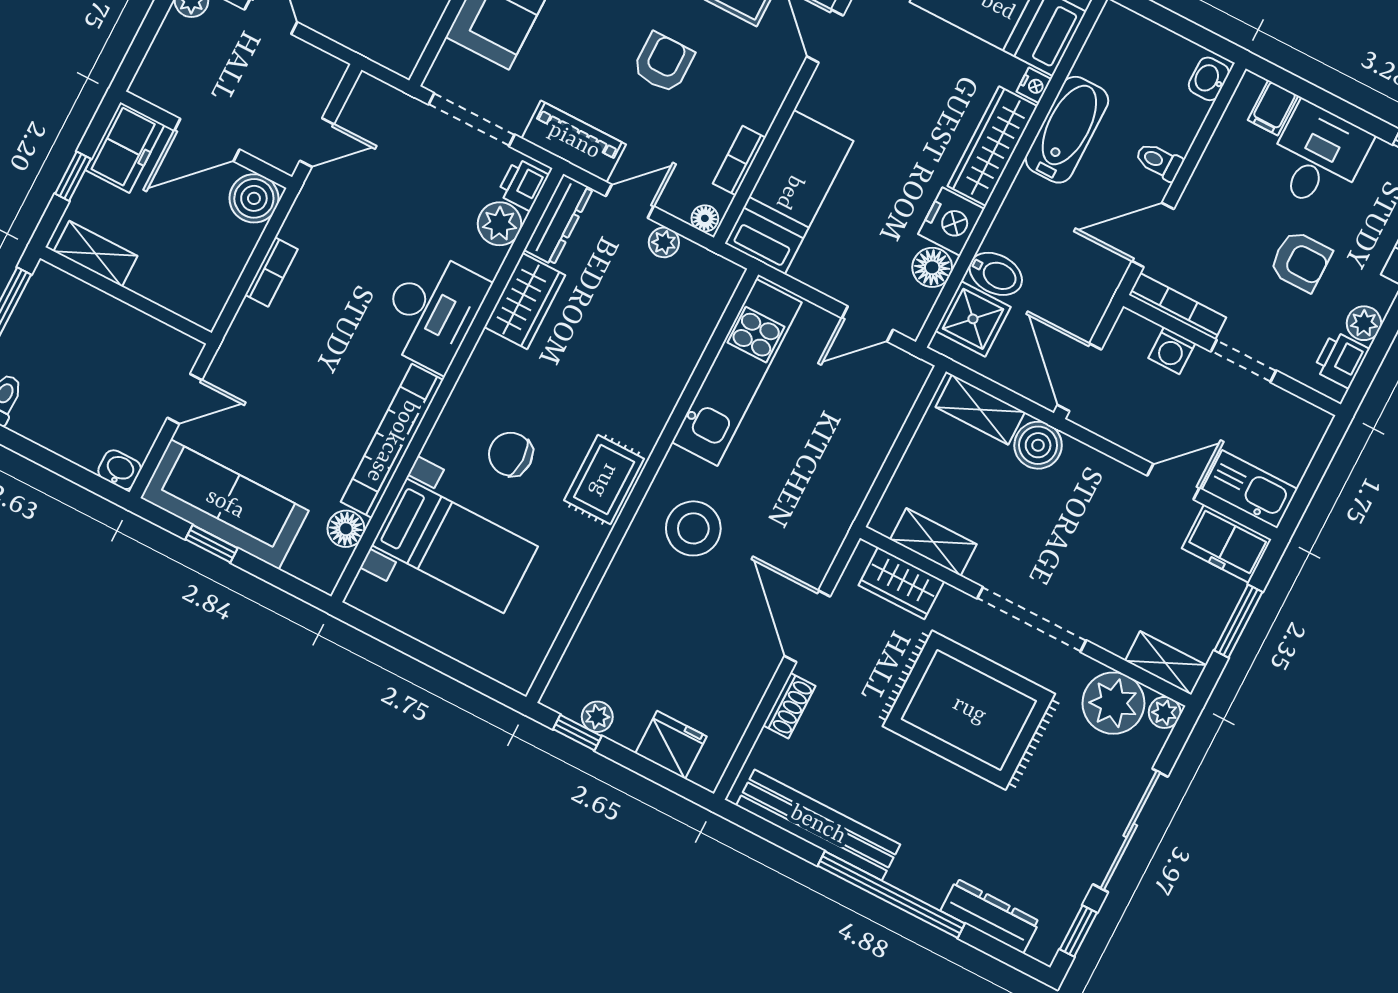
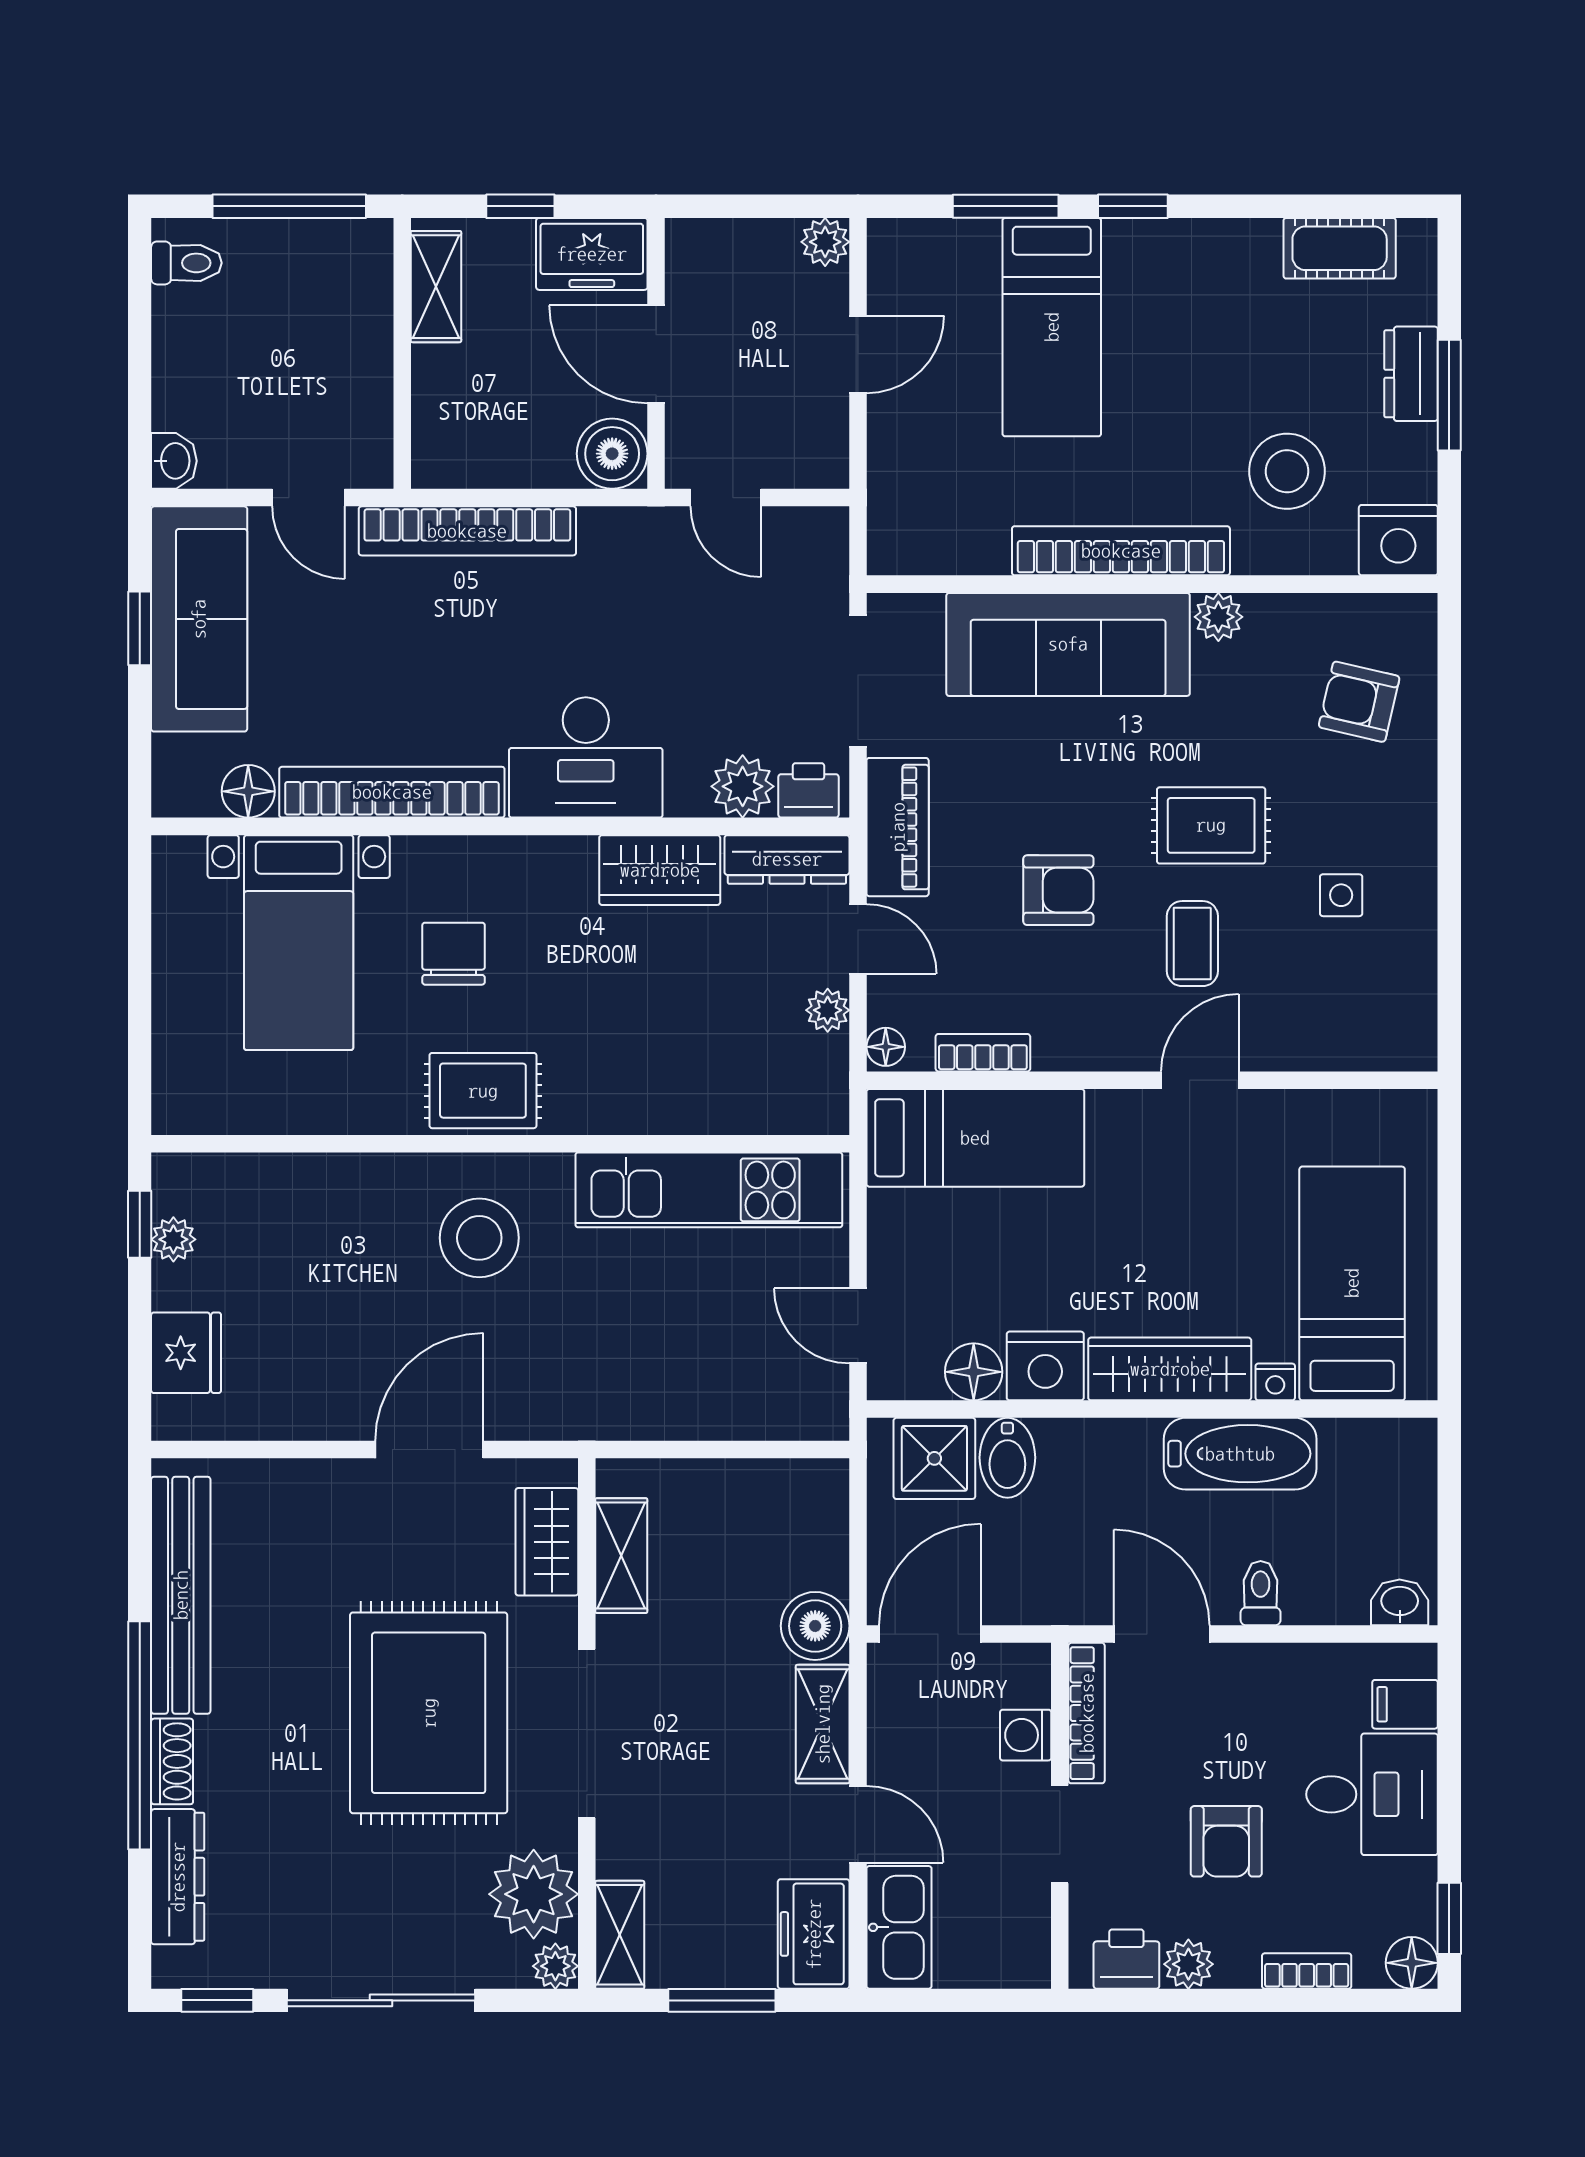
bookcase: (271, 272) -> (467, 531), width x2.31, depth x1.31
shelving: (980, 410) -> (823, 1724), moved
shoe rack: (789, 706) -> (172, 1761), moved, turned -90

